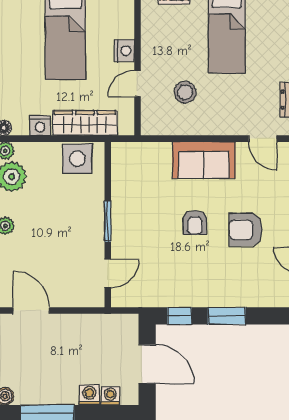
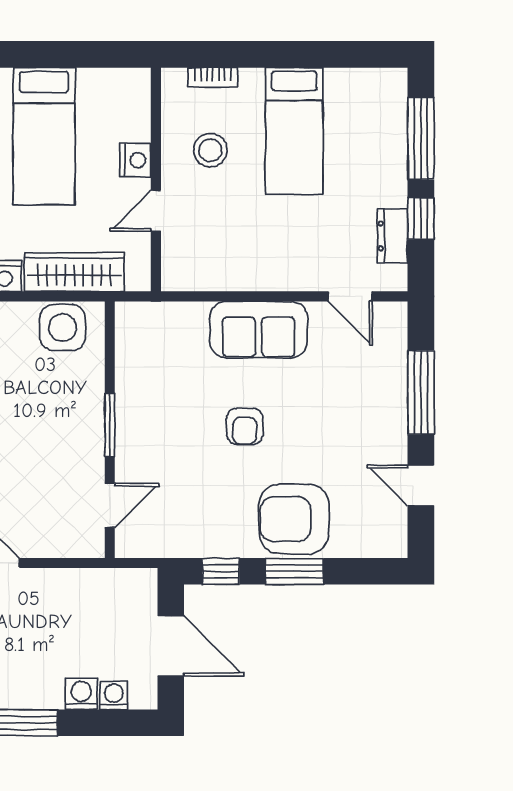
stool: (185, 92) -> (210, 150), moved
armchair: (246, 230) -> (294, 519), moved, width x1.36, depth x1.36

